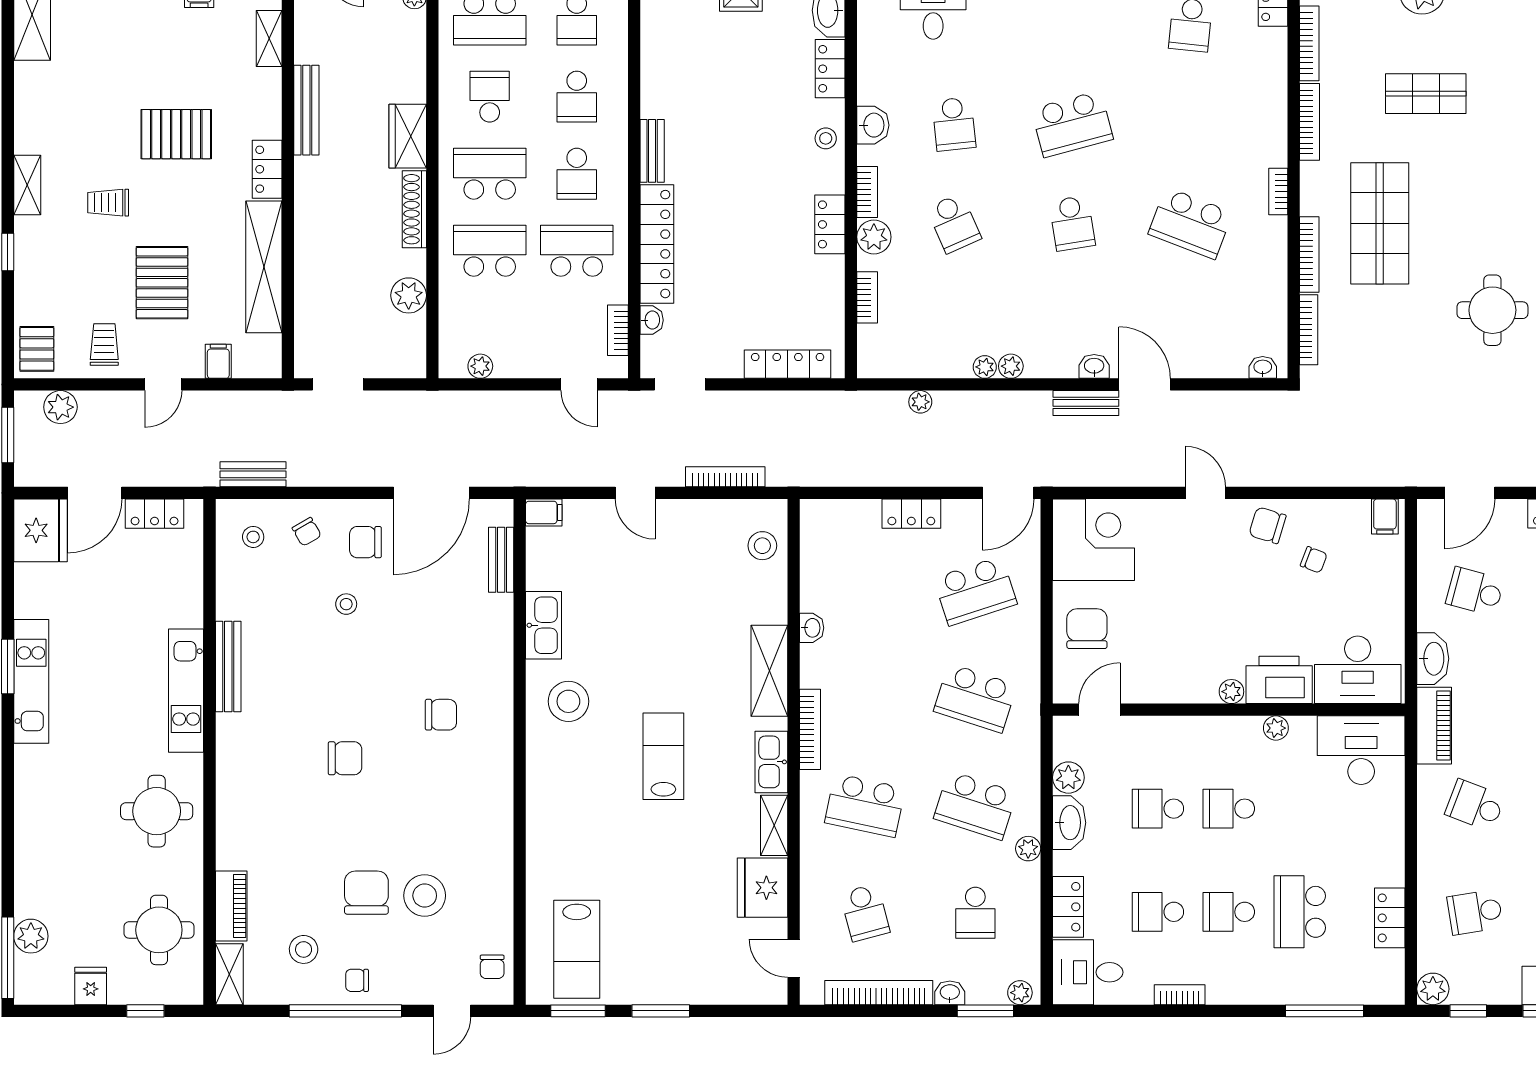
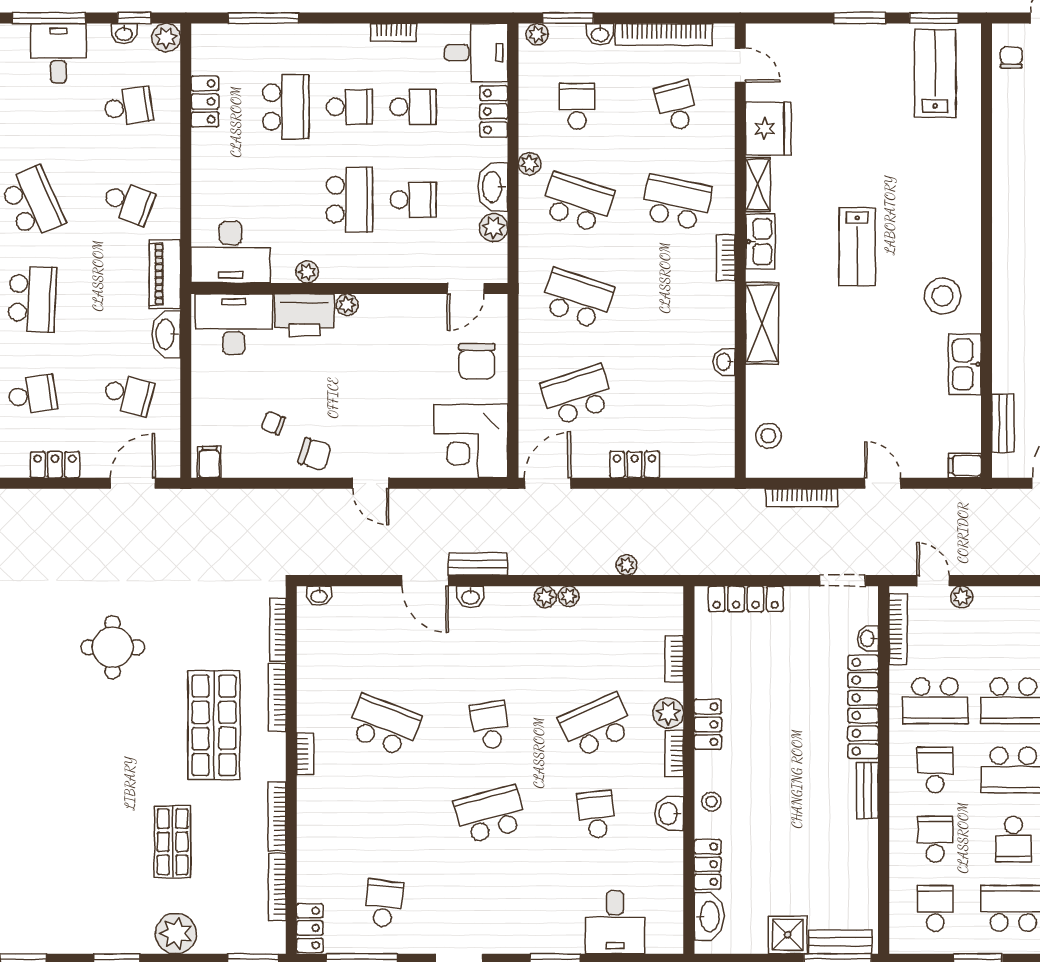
shop shelf: (1426, 94) -> (173, 842), turned 90
school desk: (954, 223) -> (596, 725), width x1.85
bookcase: (618, 330) -> (898, 629), width x1.56
plant: (480, 366) -> (962, 597), moved
bookcase: (810, 729) -> (726, 258), width x0.64
school desk: (1229, 809) -> (349, 200), width x1.85
washbasin: (1480, 993) -> (124, 34), added

